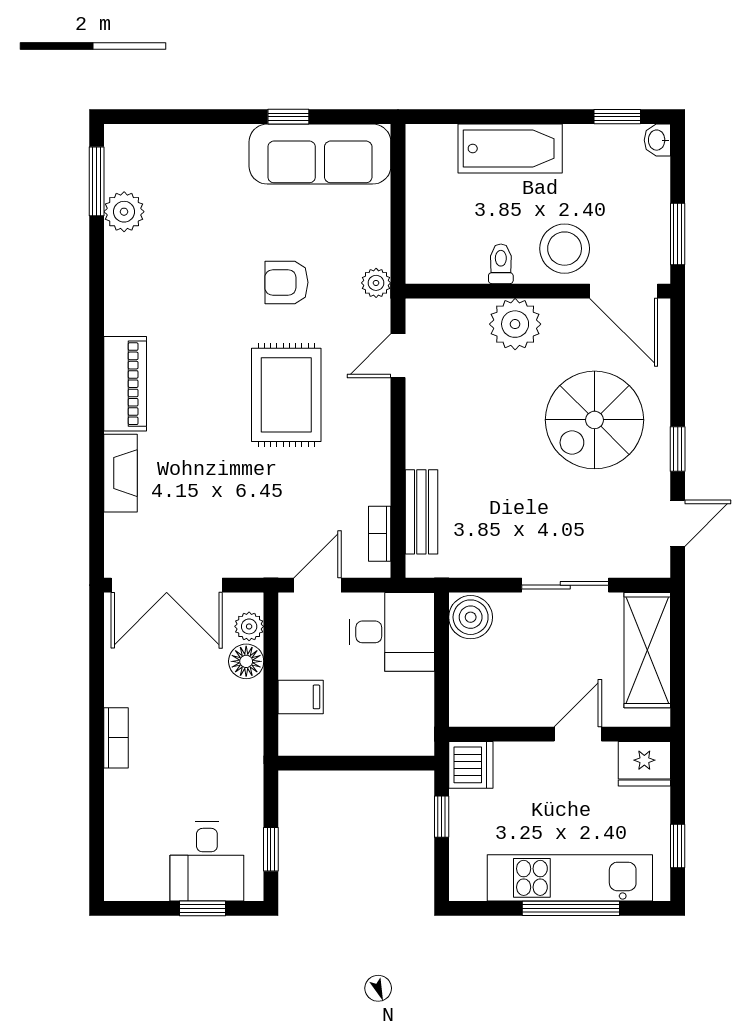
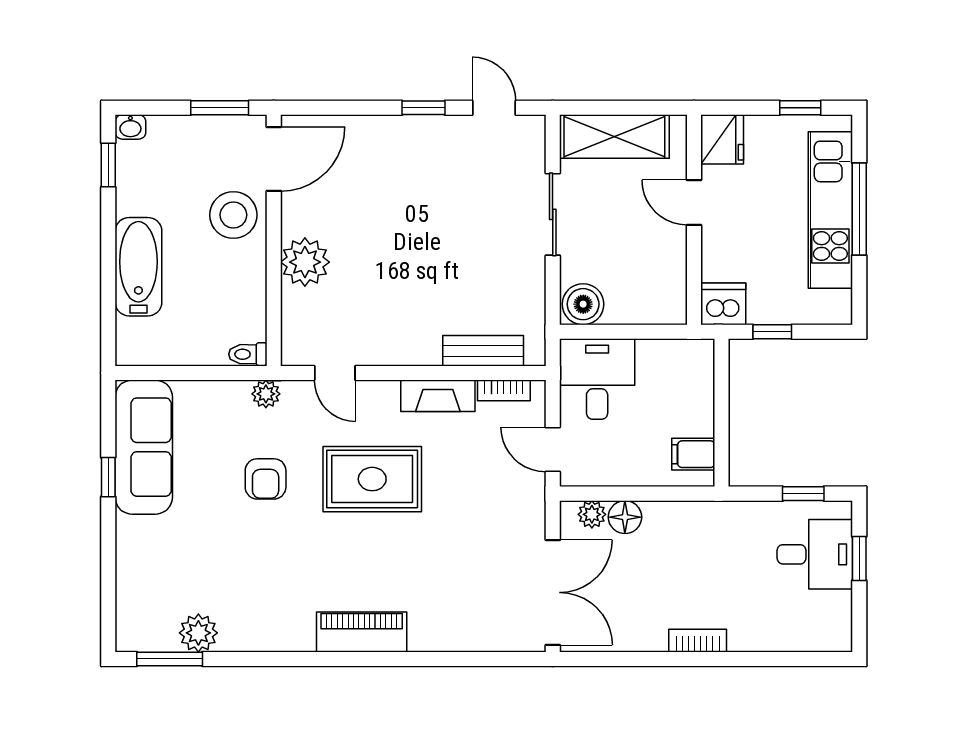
toilet: (501, 264) -> (248, 354), moved
spiral stairs: (595, 420) -> (396, 187), removed
fireplace: (121, 473) -> (438, 396), moved, turned 180
filing cabinet: (301, 697) -> (693, 454), moved, turned -90

